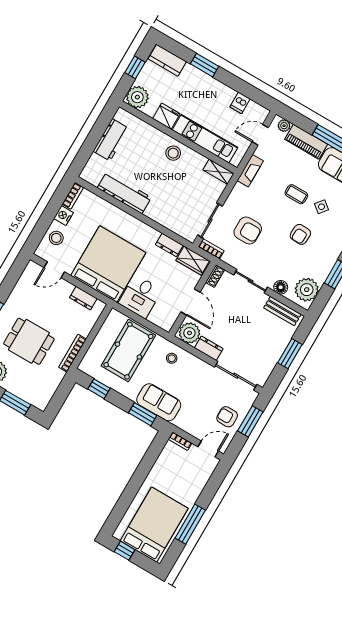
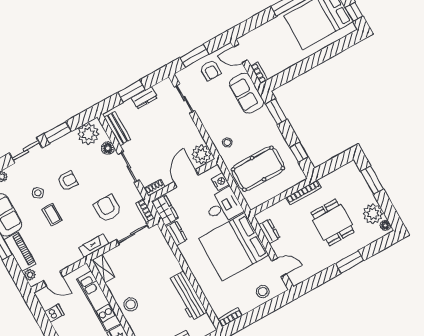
fireplace: (250, 171) -> (94, 246), moved
nightstand: (64, 216) -> (220, 182), moved, turned -90
dresser: (209, 348) -> (144, 98), moved, turned -90
sliding door: (236, 376) -> (185, 99), width x0.73
sofa: (159, 402) -> (247, 93), moved

